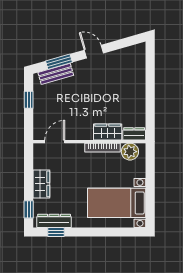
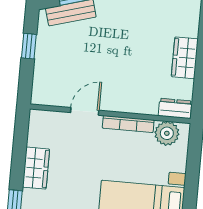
wardrobe: (108, 132) -> (185, 58), moved, turned -90
door: (55, 142) -> (85, 111), moved

